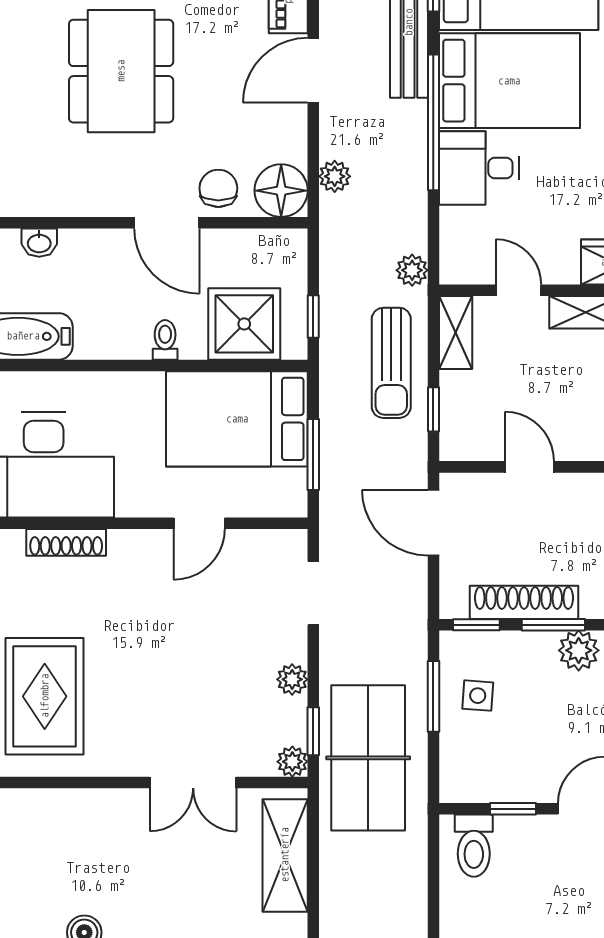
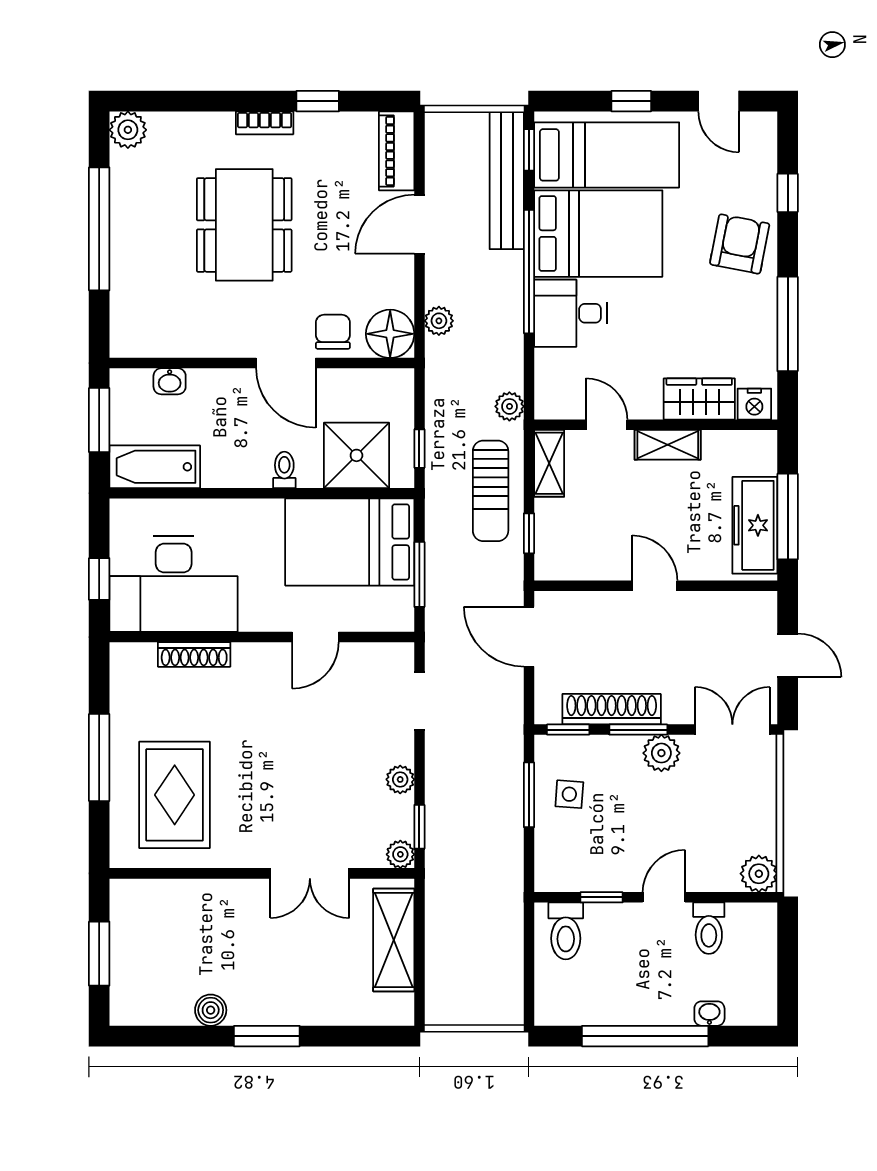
door: (529, 467) -> (655, 586), moved
table tennis table: (368, 758) -> (469, 851), removed

